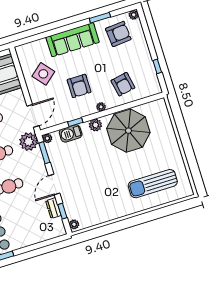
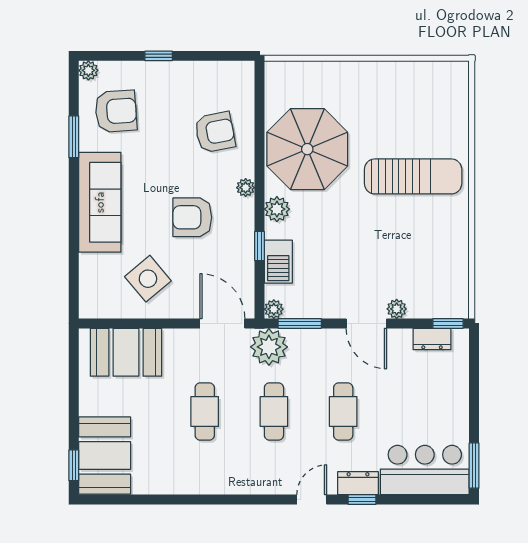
armchair: (118, 34) -> (116, 111), turned 91
window: (157, 66) -> (159, 56), moved
armchair: (79, 86) -> (192, 217), turned 180
sun lounger: (153, 184) -> (413, 176), moved, turned -90
dresser: (53, 208) -> (432, 339), moved
window: (62, 211) -> (448, 324), moved
plant: (74, 224) -> (397, 309), moved

